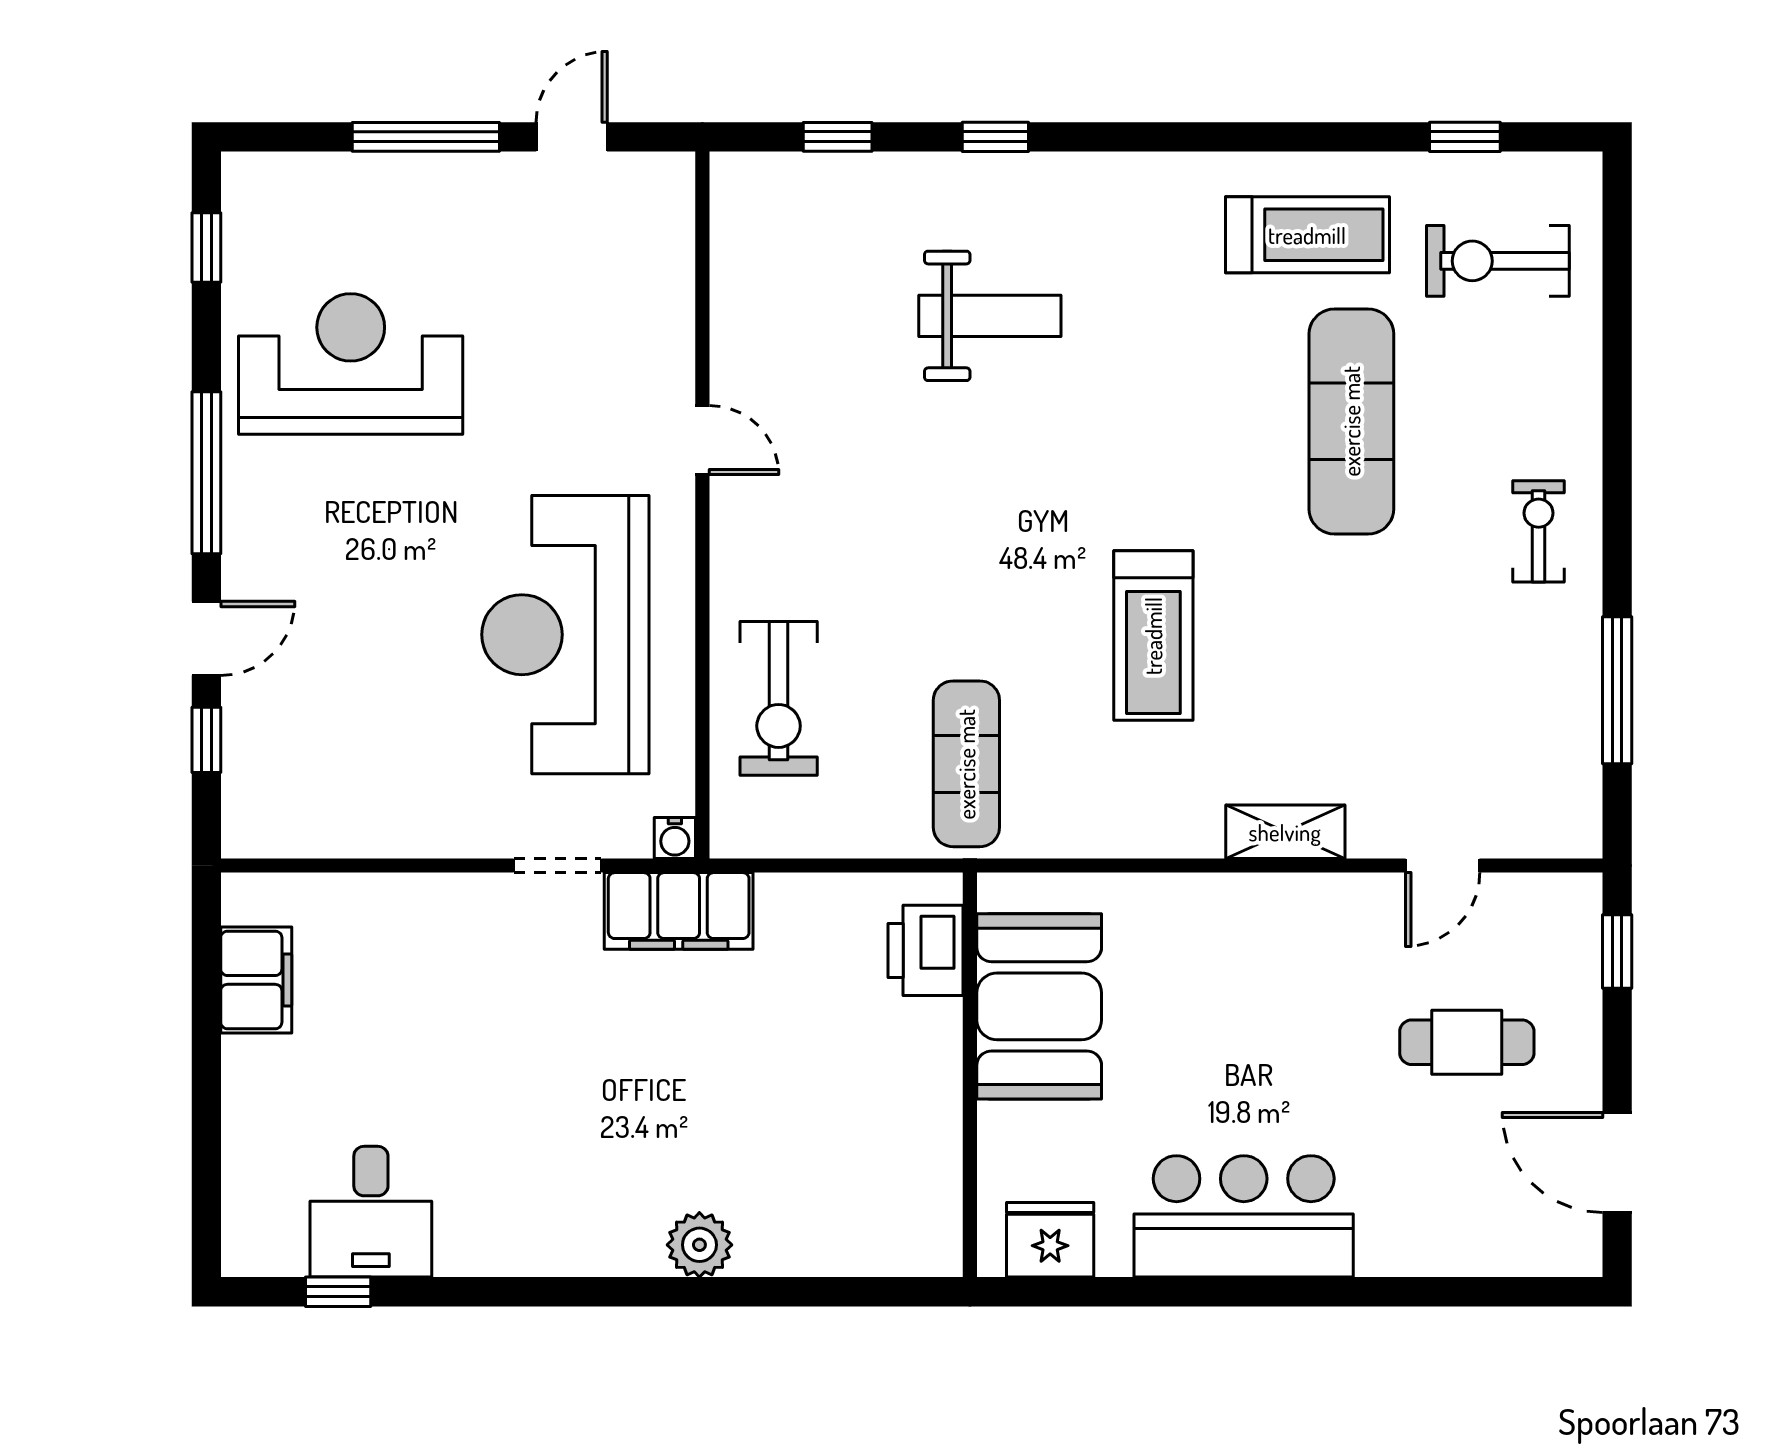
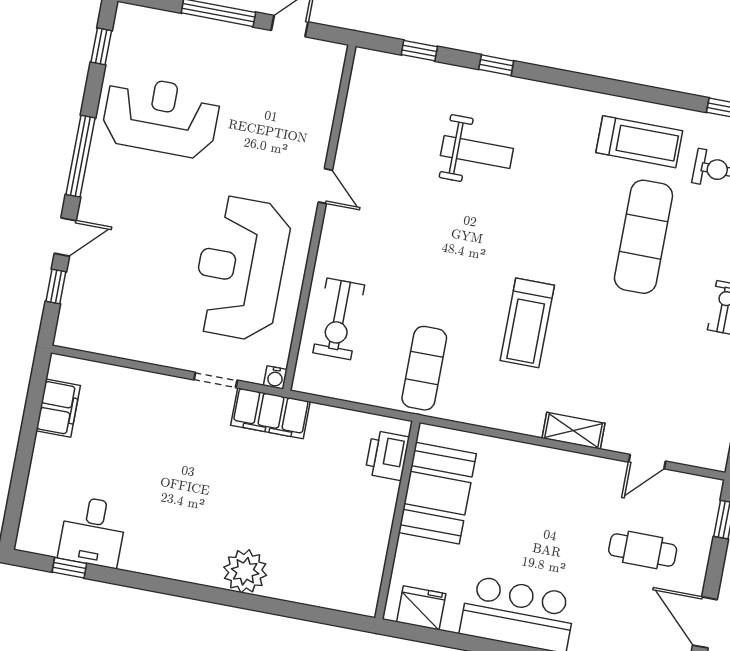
plant: (699, 1245) -> (245, 571), width x1.36, depth x1.36

